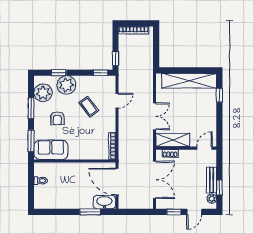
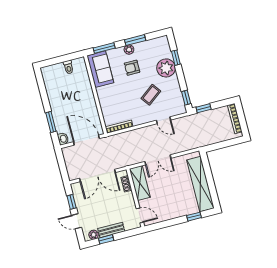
plant: (43, 93) -> (129, 50), moved, width x0.53, depth x0.53
door: (117, 182) -> (86, 140), hinge flipped
washbasin: (104, 202) -> (63, 139), width x0.52, depth x0.69

